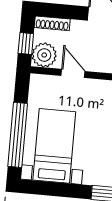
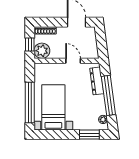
door: (73, 73) -> (73, 61), moved

